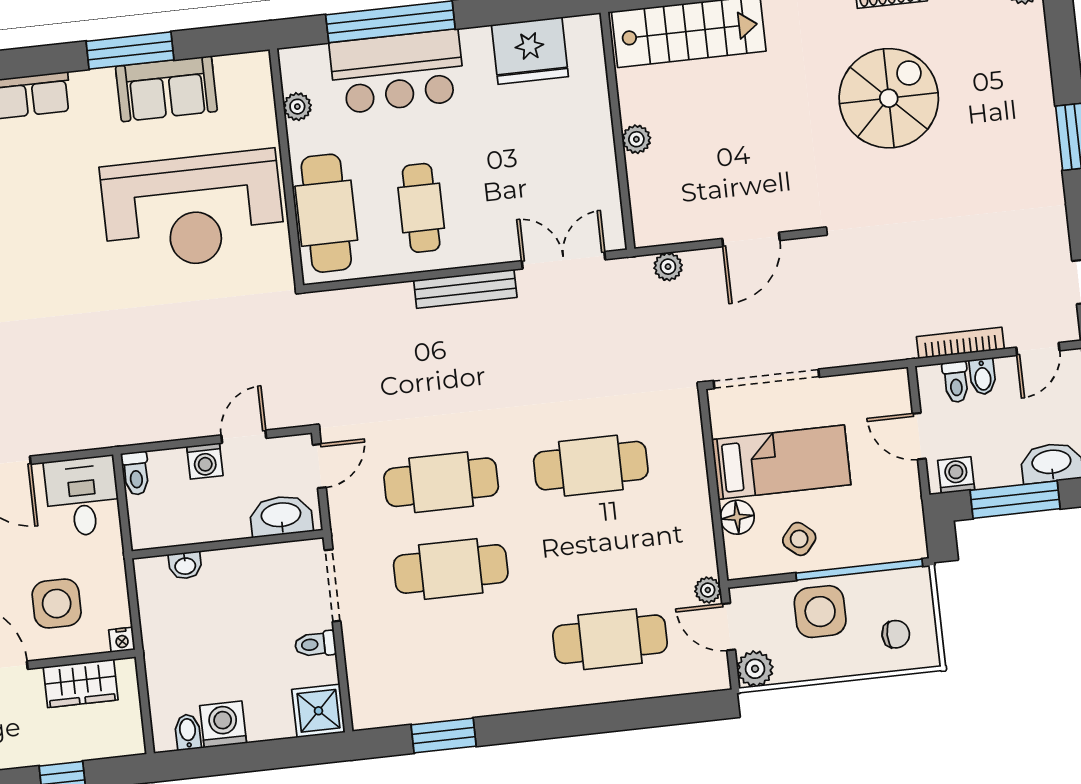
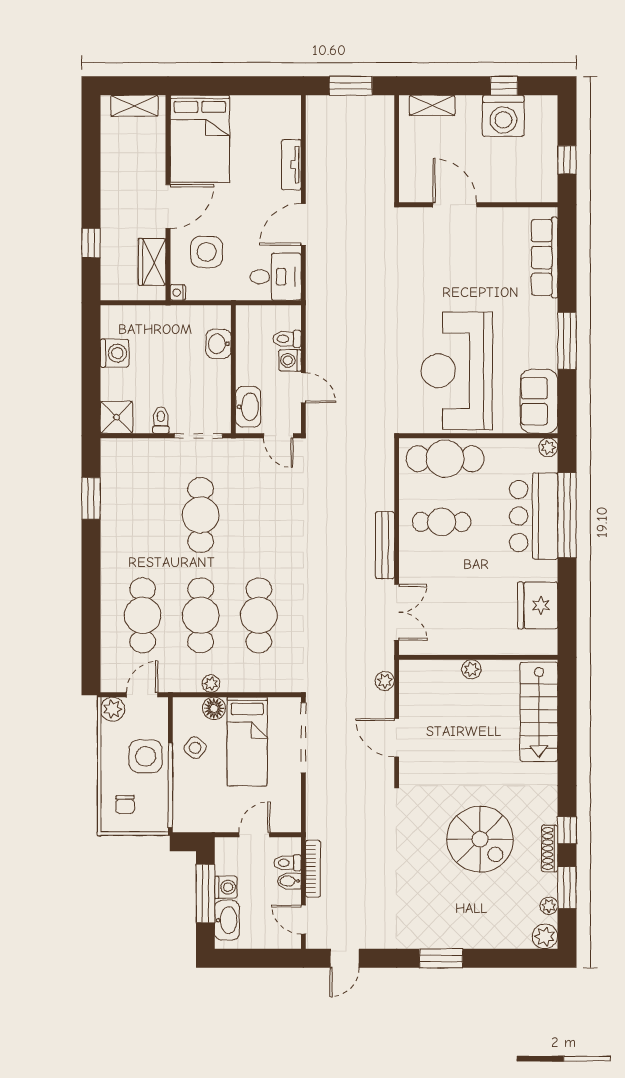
sofa: (166, 89) -> (539, 401), moved
plant: (297, 107) -> (548, 447), moved
toilet: (136, 473) -> (287, 339), moved
washing machine: (956, 475) -> (226, 887), moved
cafe table: (441, 482) -> (201, 615), moved
washbasin: (185, 565) -> (219, 344), width x1.38, depth x1.45
plant: (708, 590) -> (211, 684), moved
bidet: (188, 732) -> (112, 329), removed

